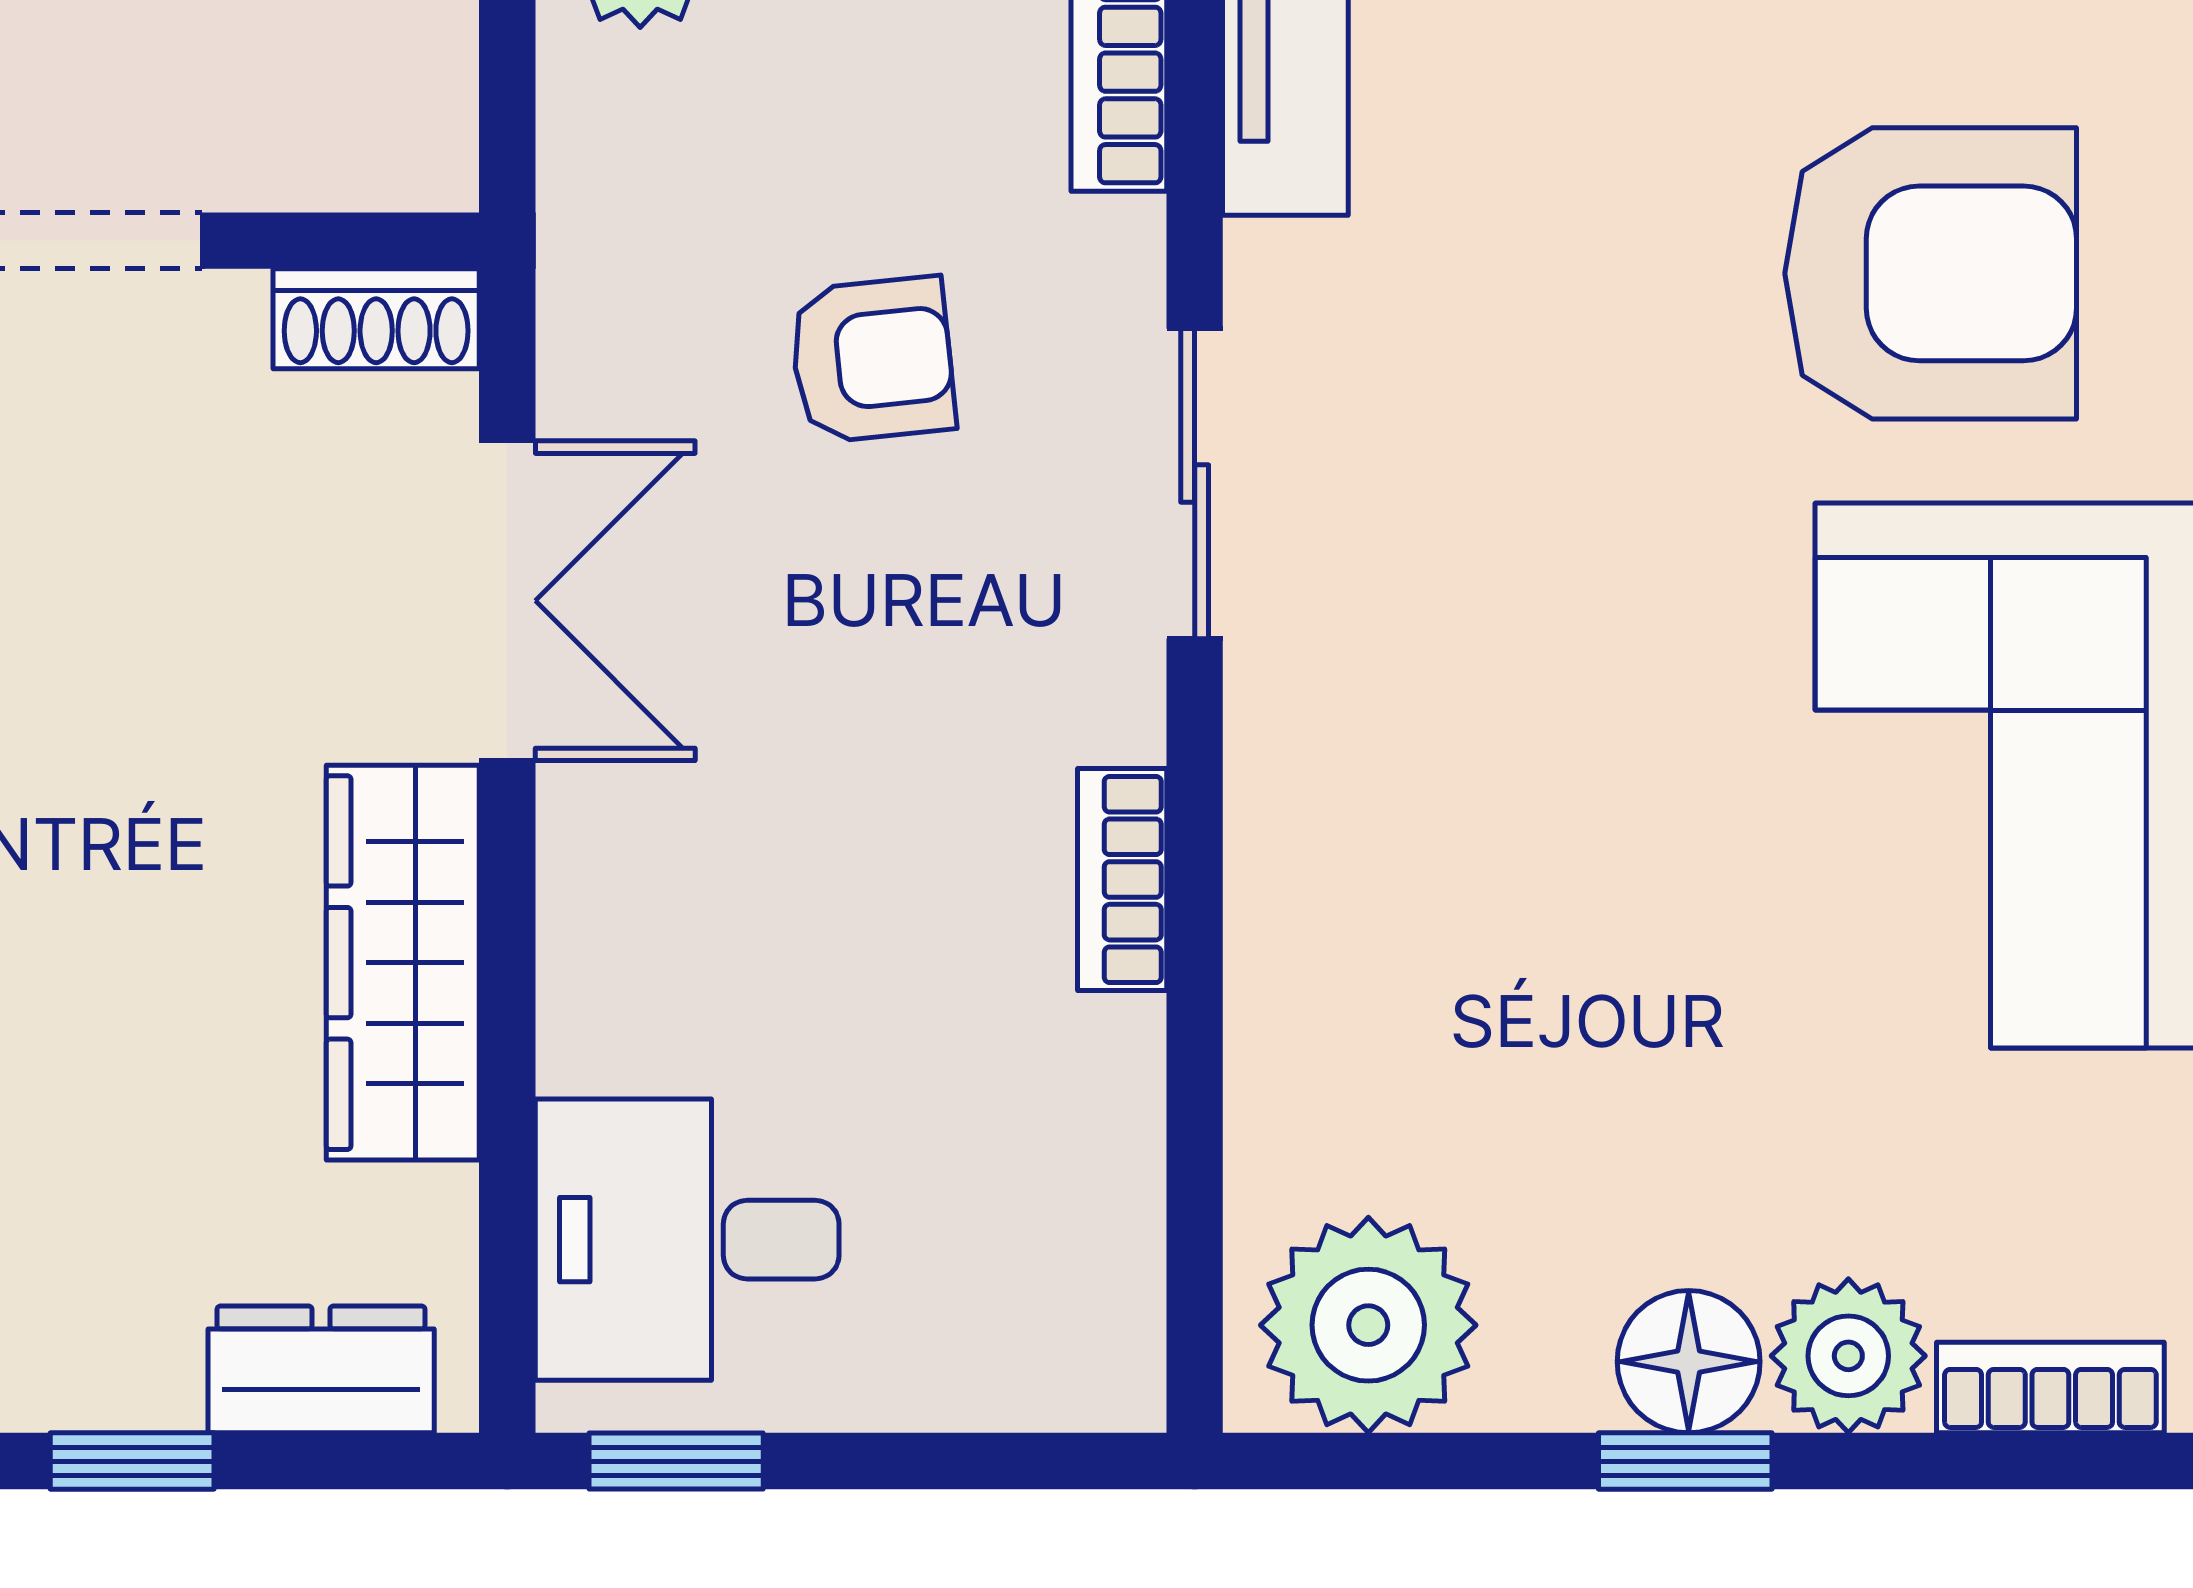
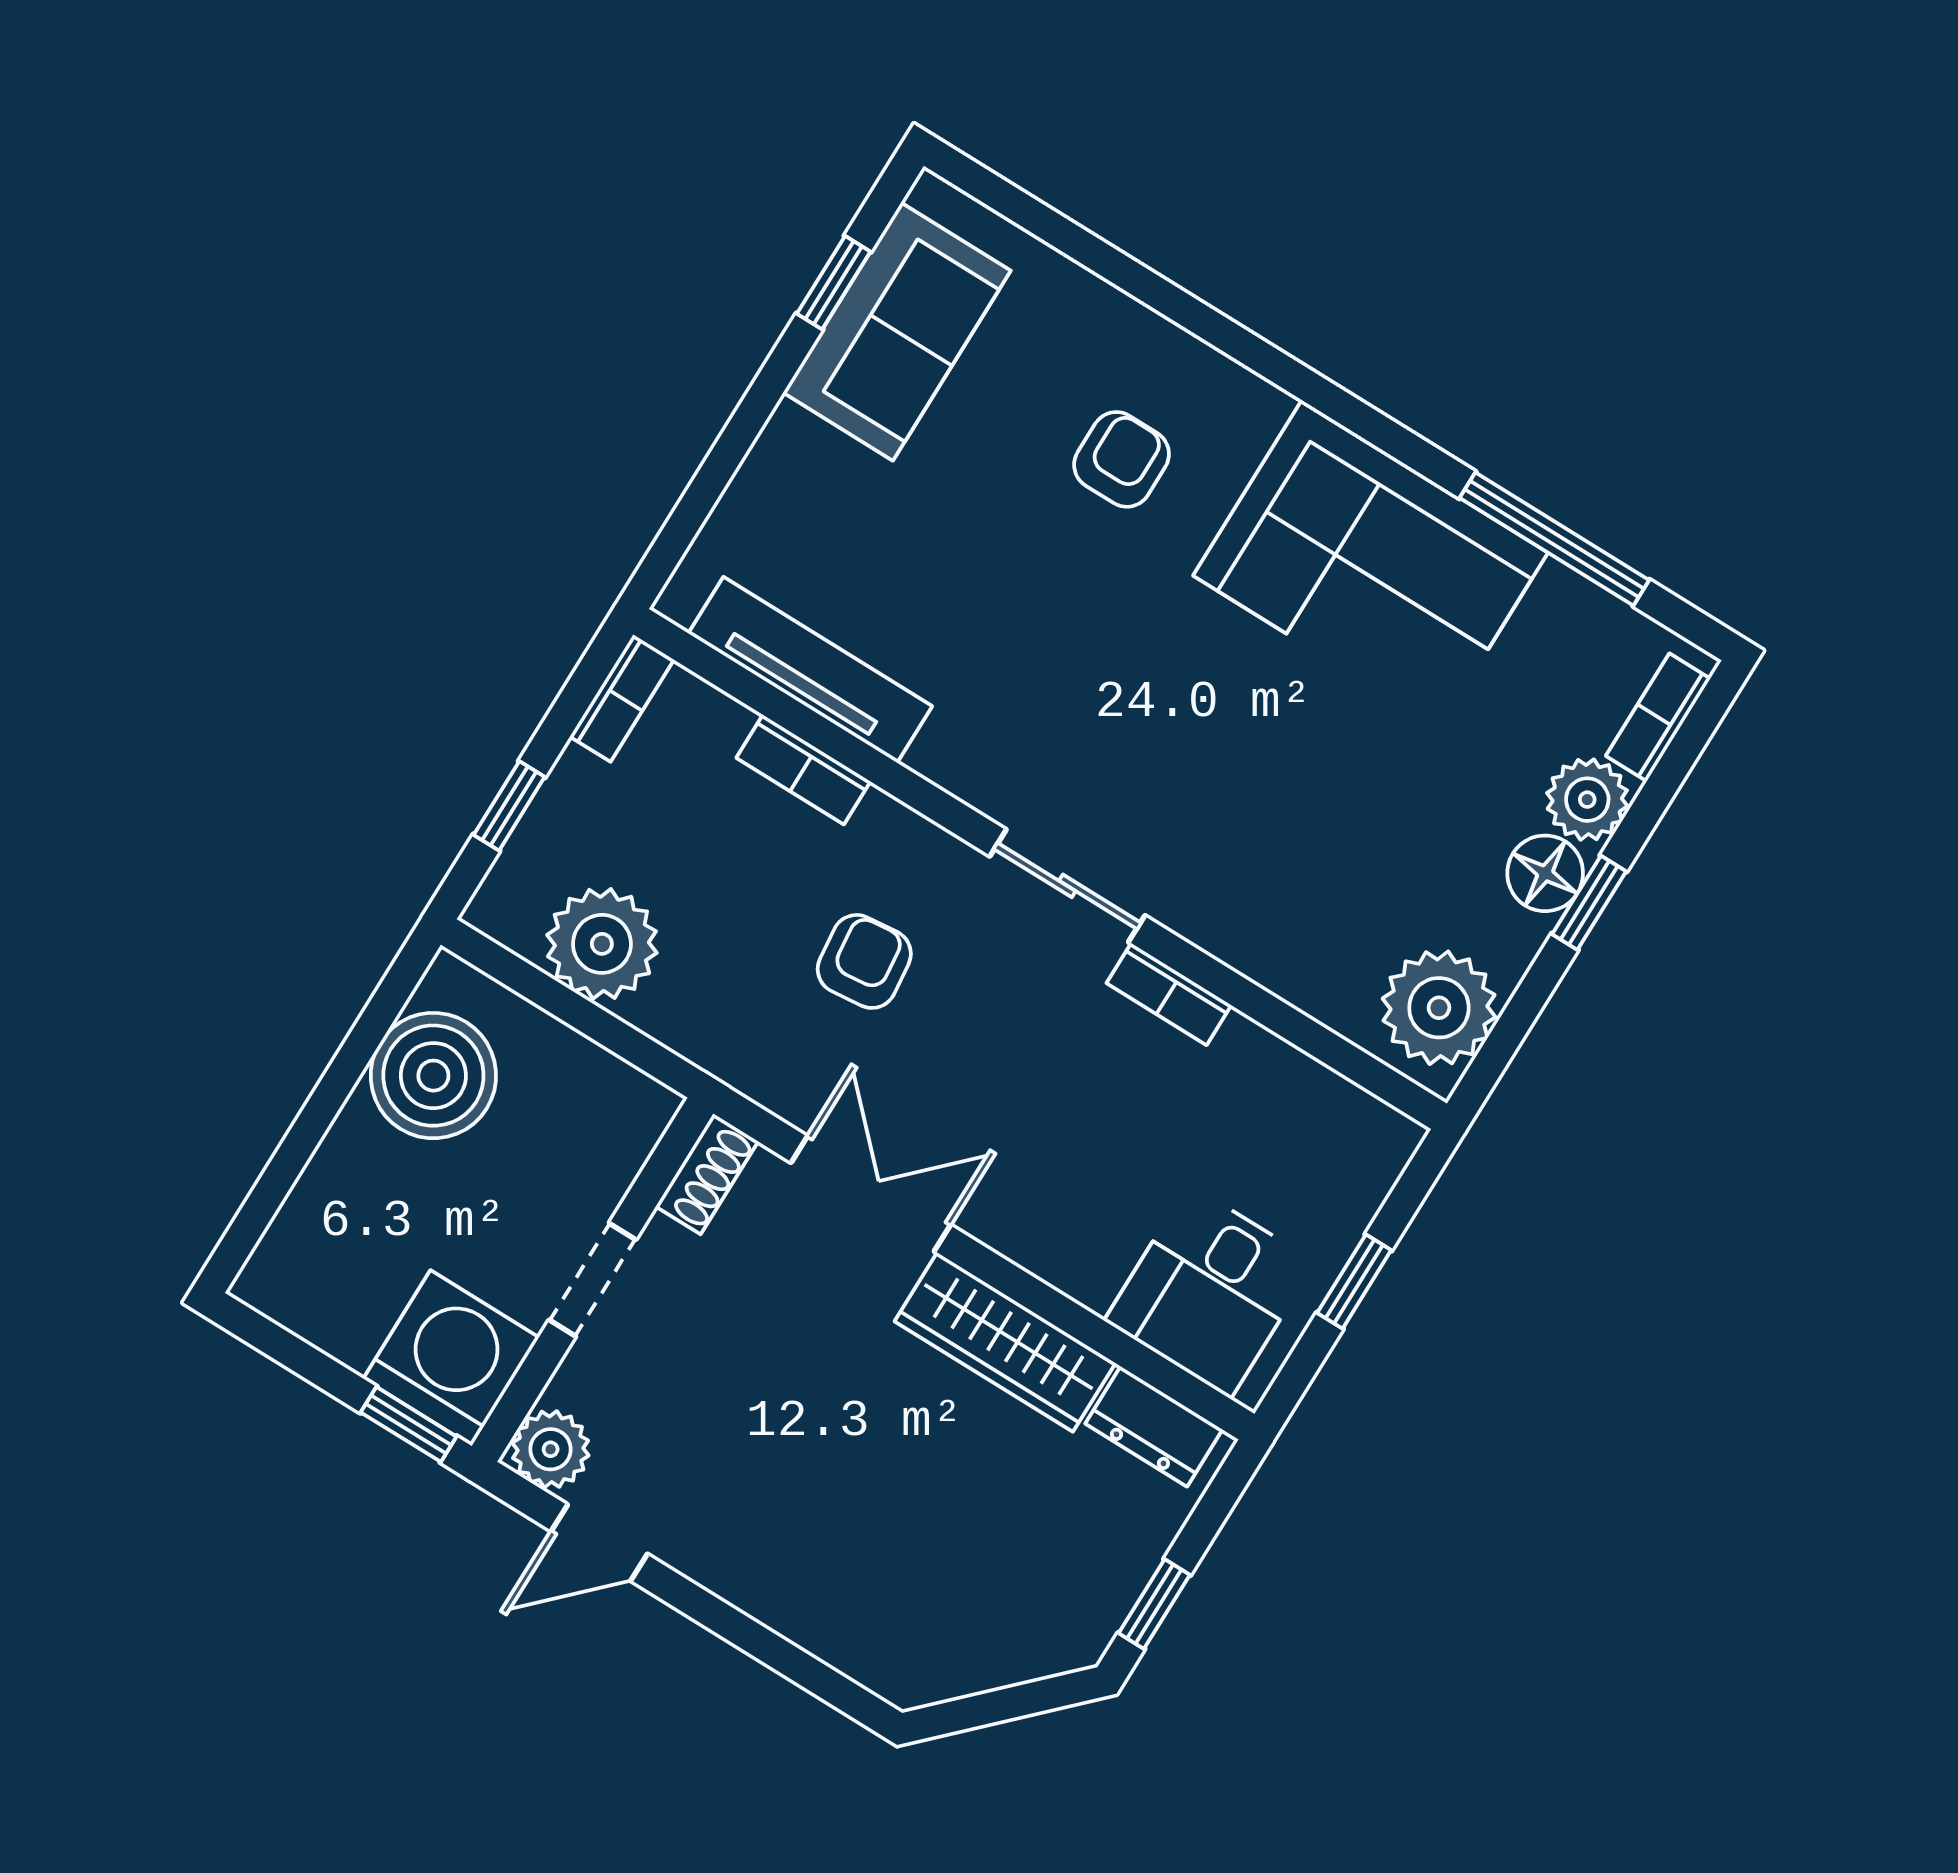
armchair: (1931, 273) -> (1122, 459), width x0.53, depth x0.53
sliding door: (1195, 484) -> (1067, 886), moved
dresser: (321, 1369) -> (1154, 1426), moved, turned -90
window: (676, 1461) -> (1354, 1282), moved

